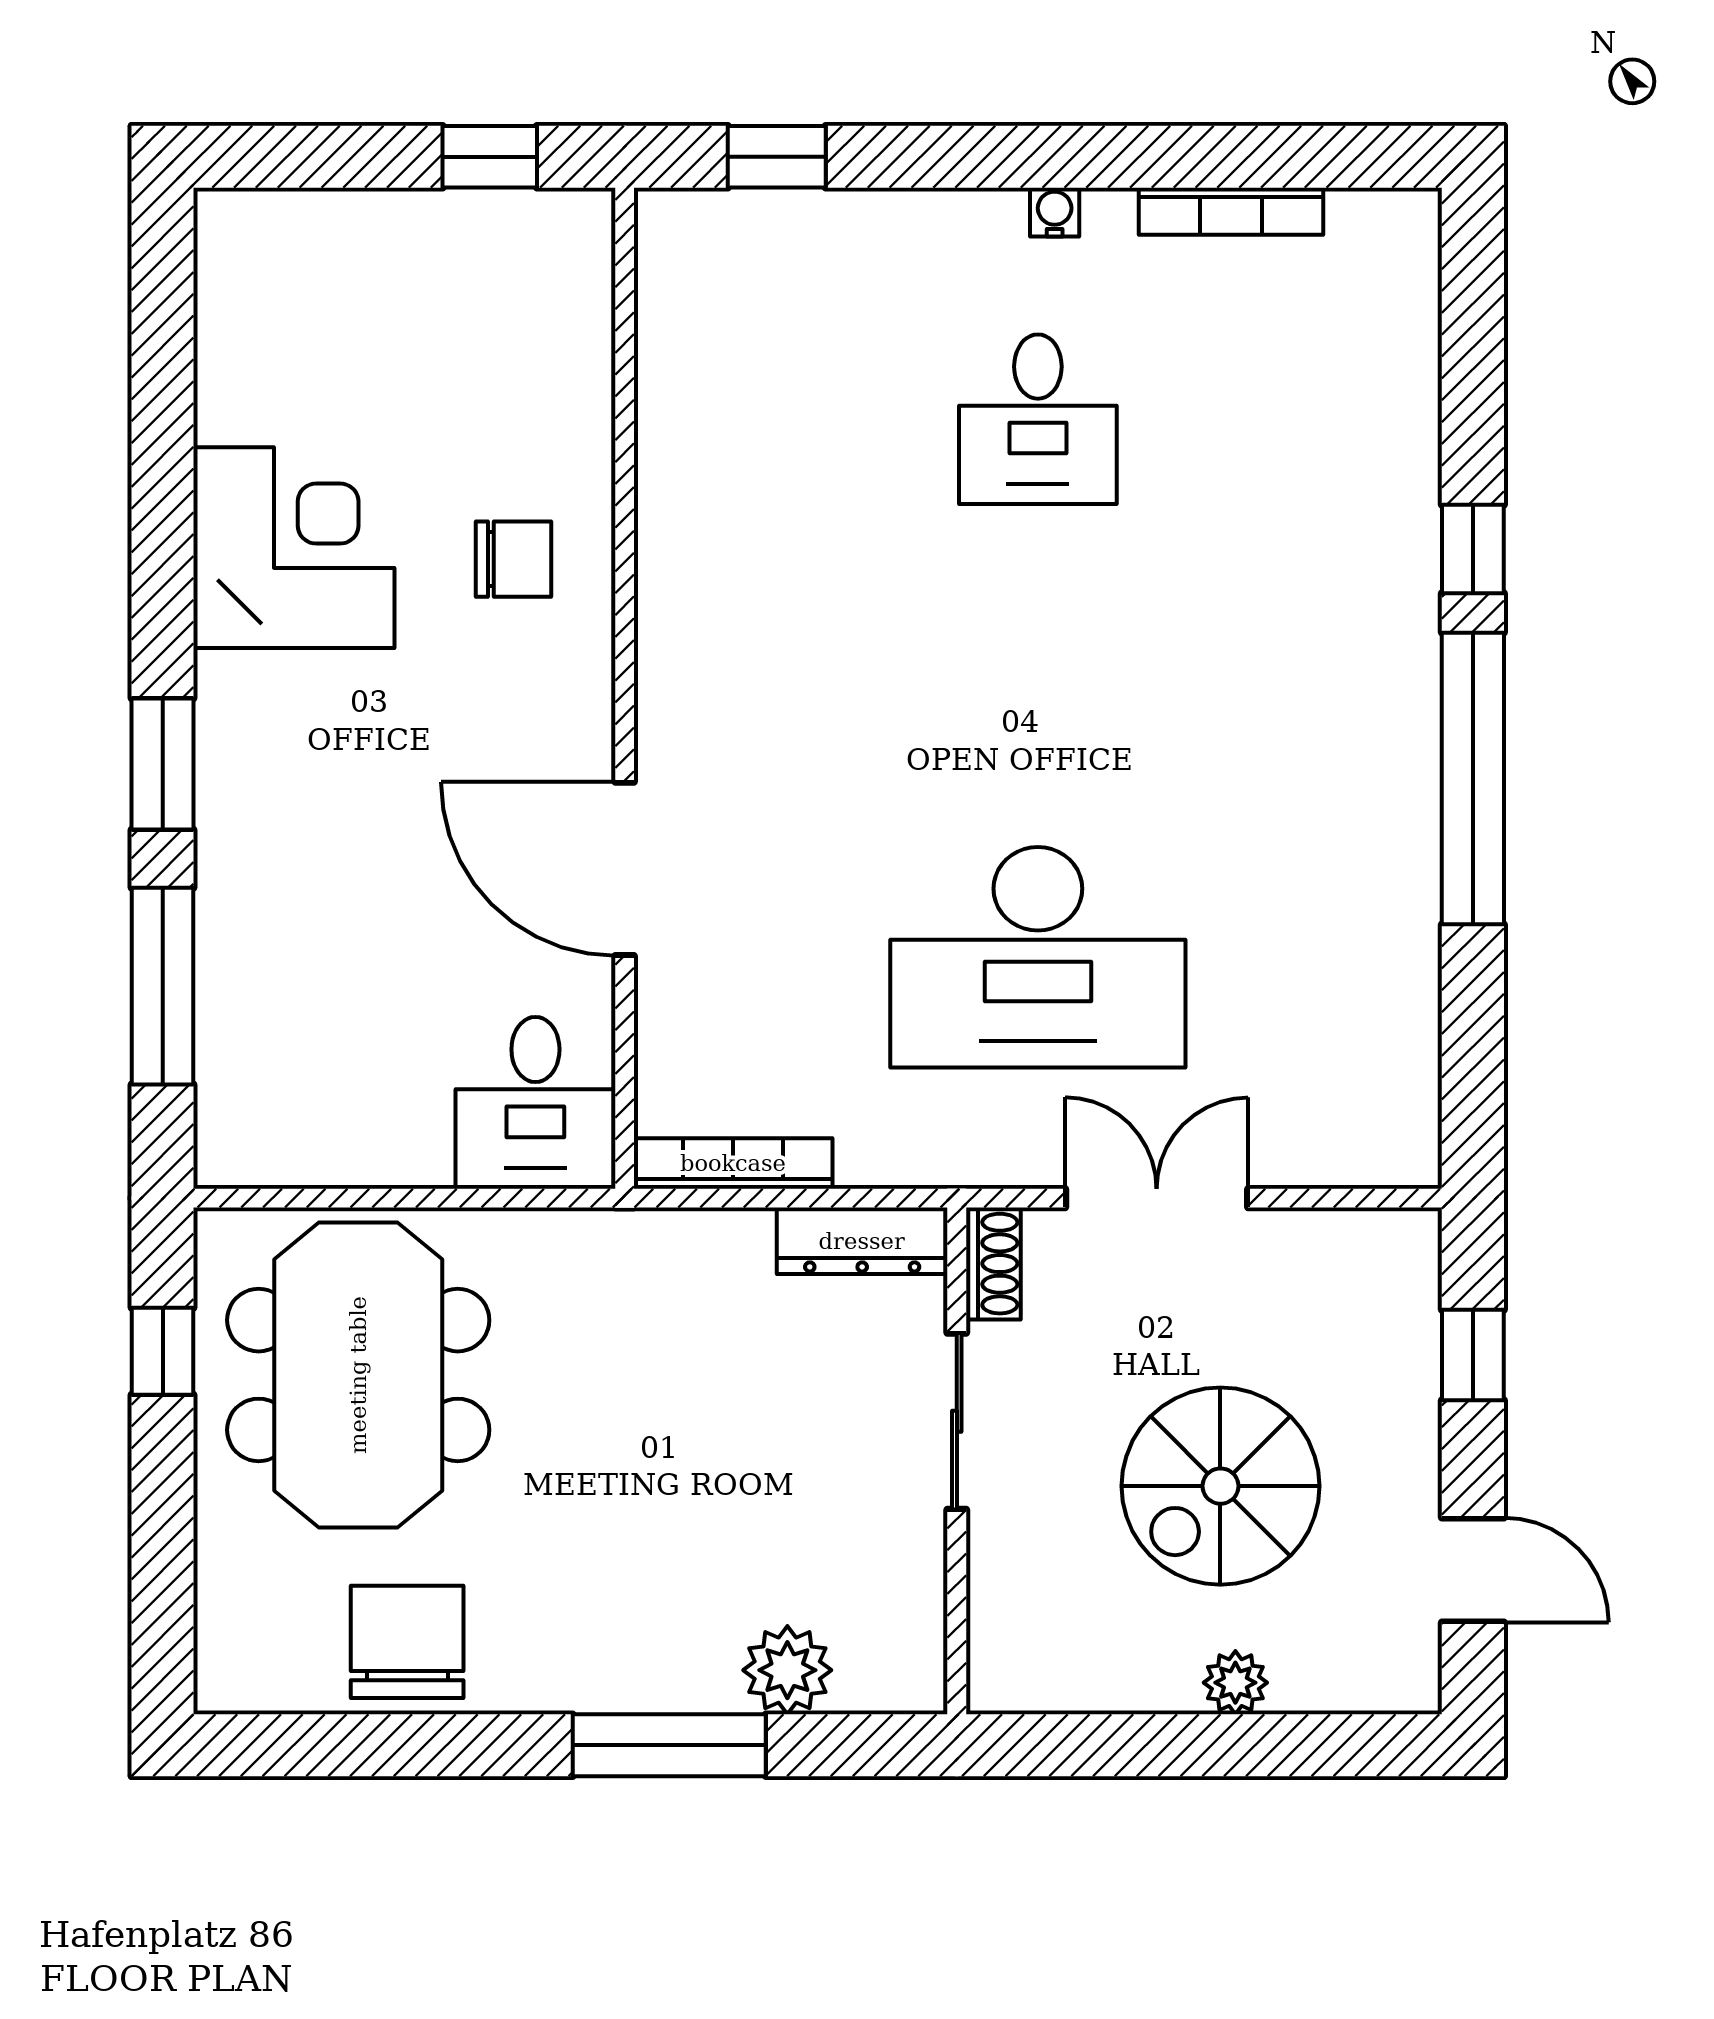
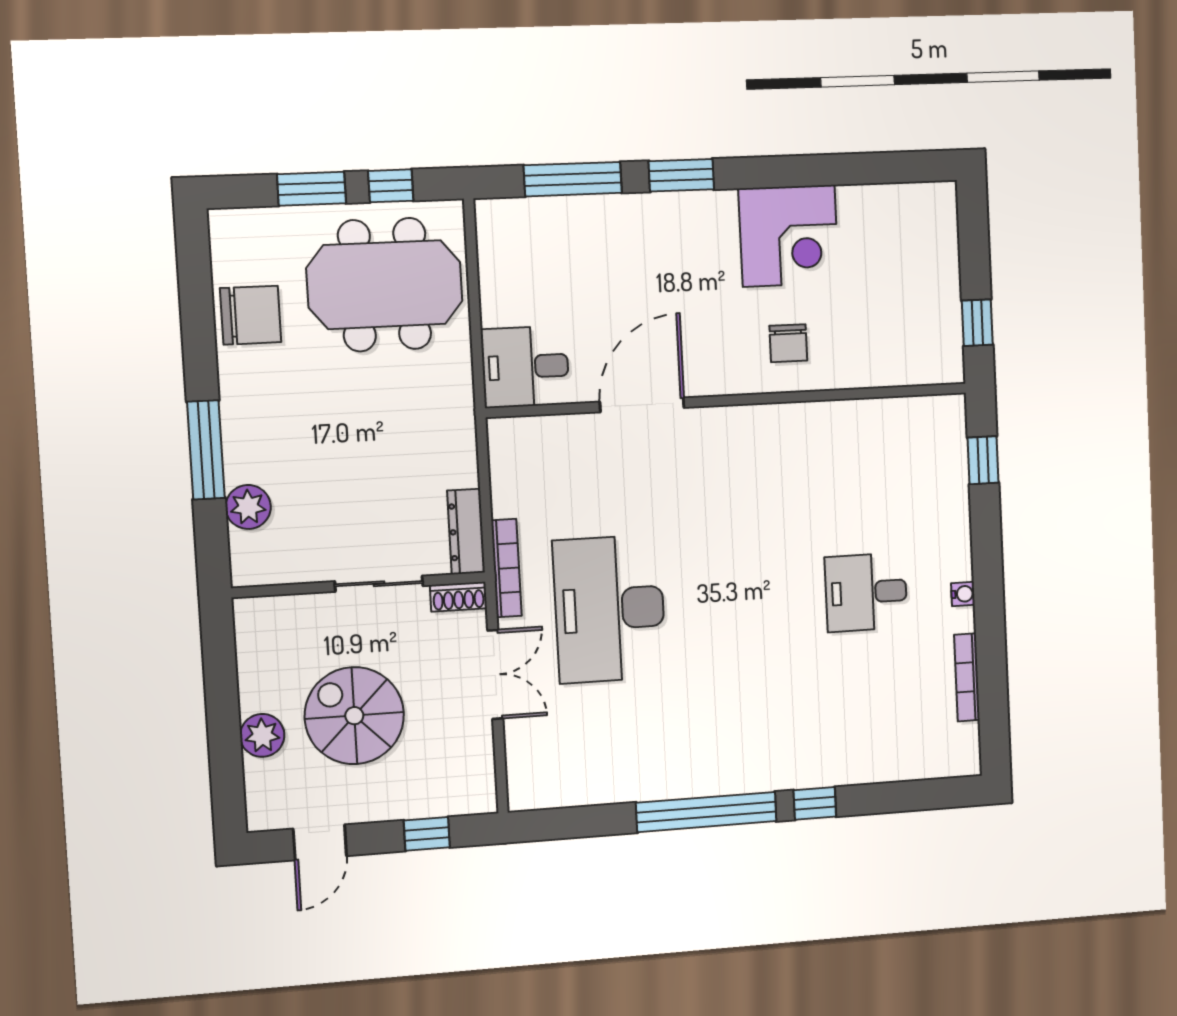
bookcase: (733, 1163) -> (506, 568), moved
window: (163, 1508) -> (311, 189), added
plant: (1235, 1683) -> (262, 735), width x1.38, depth x1.38

